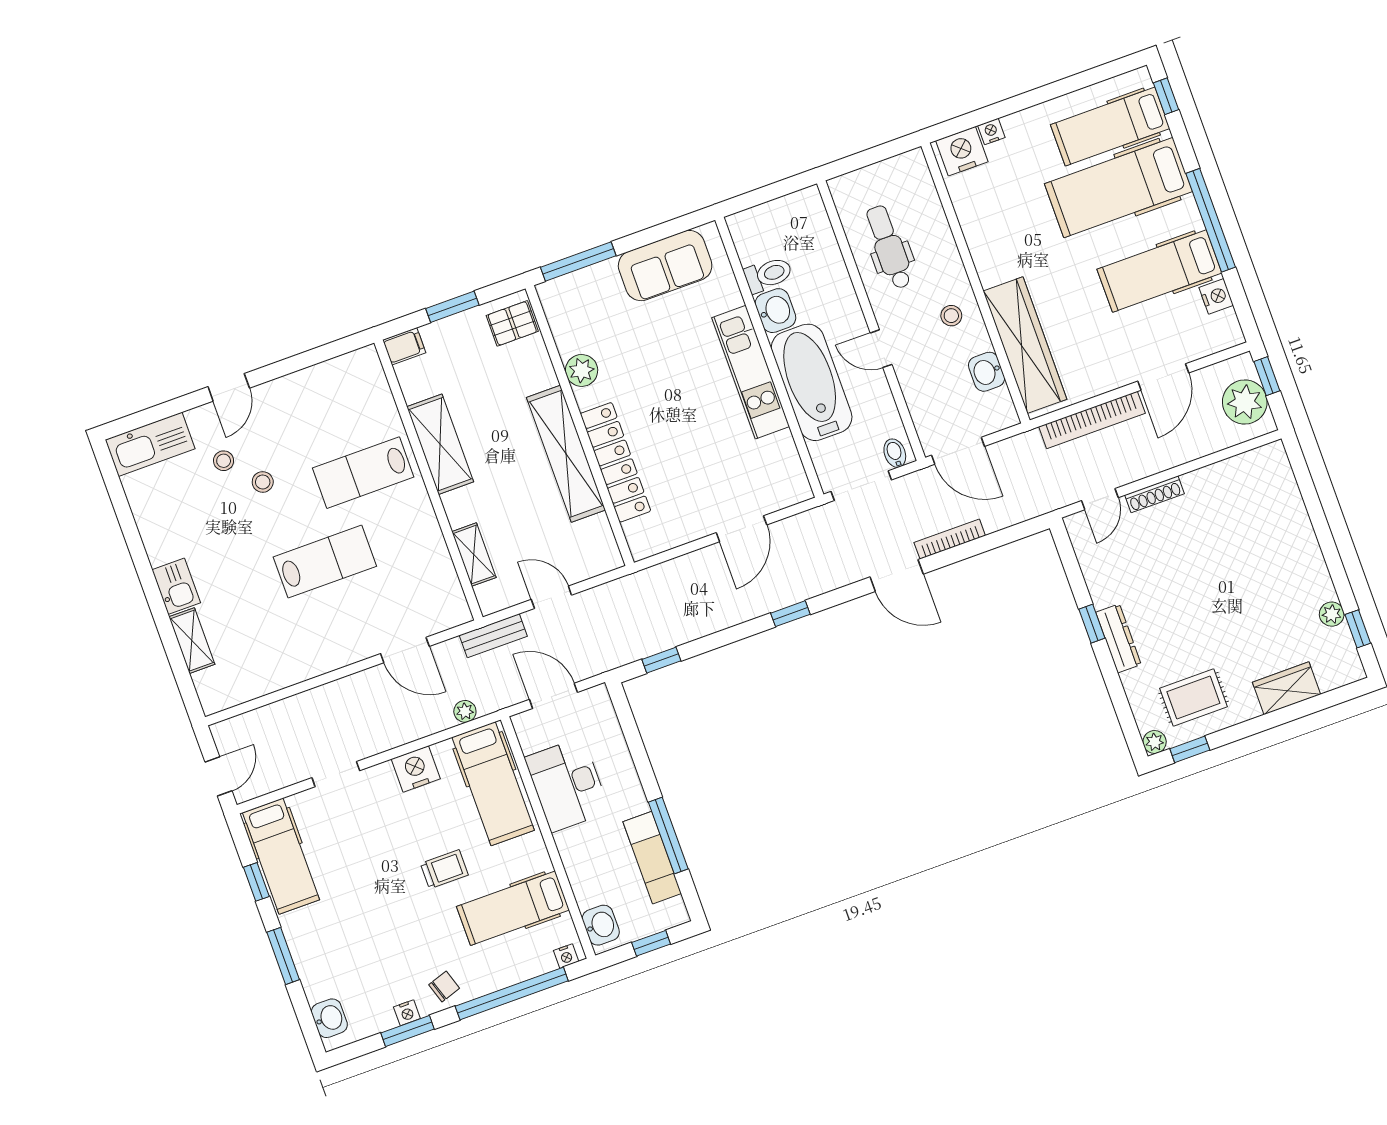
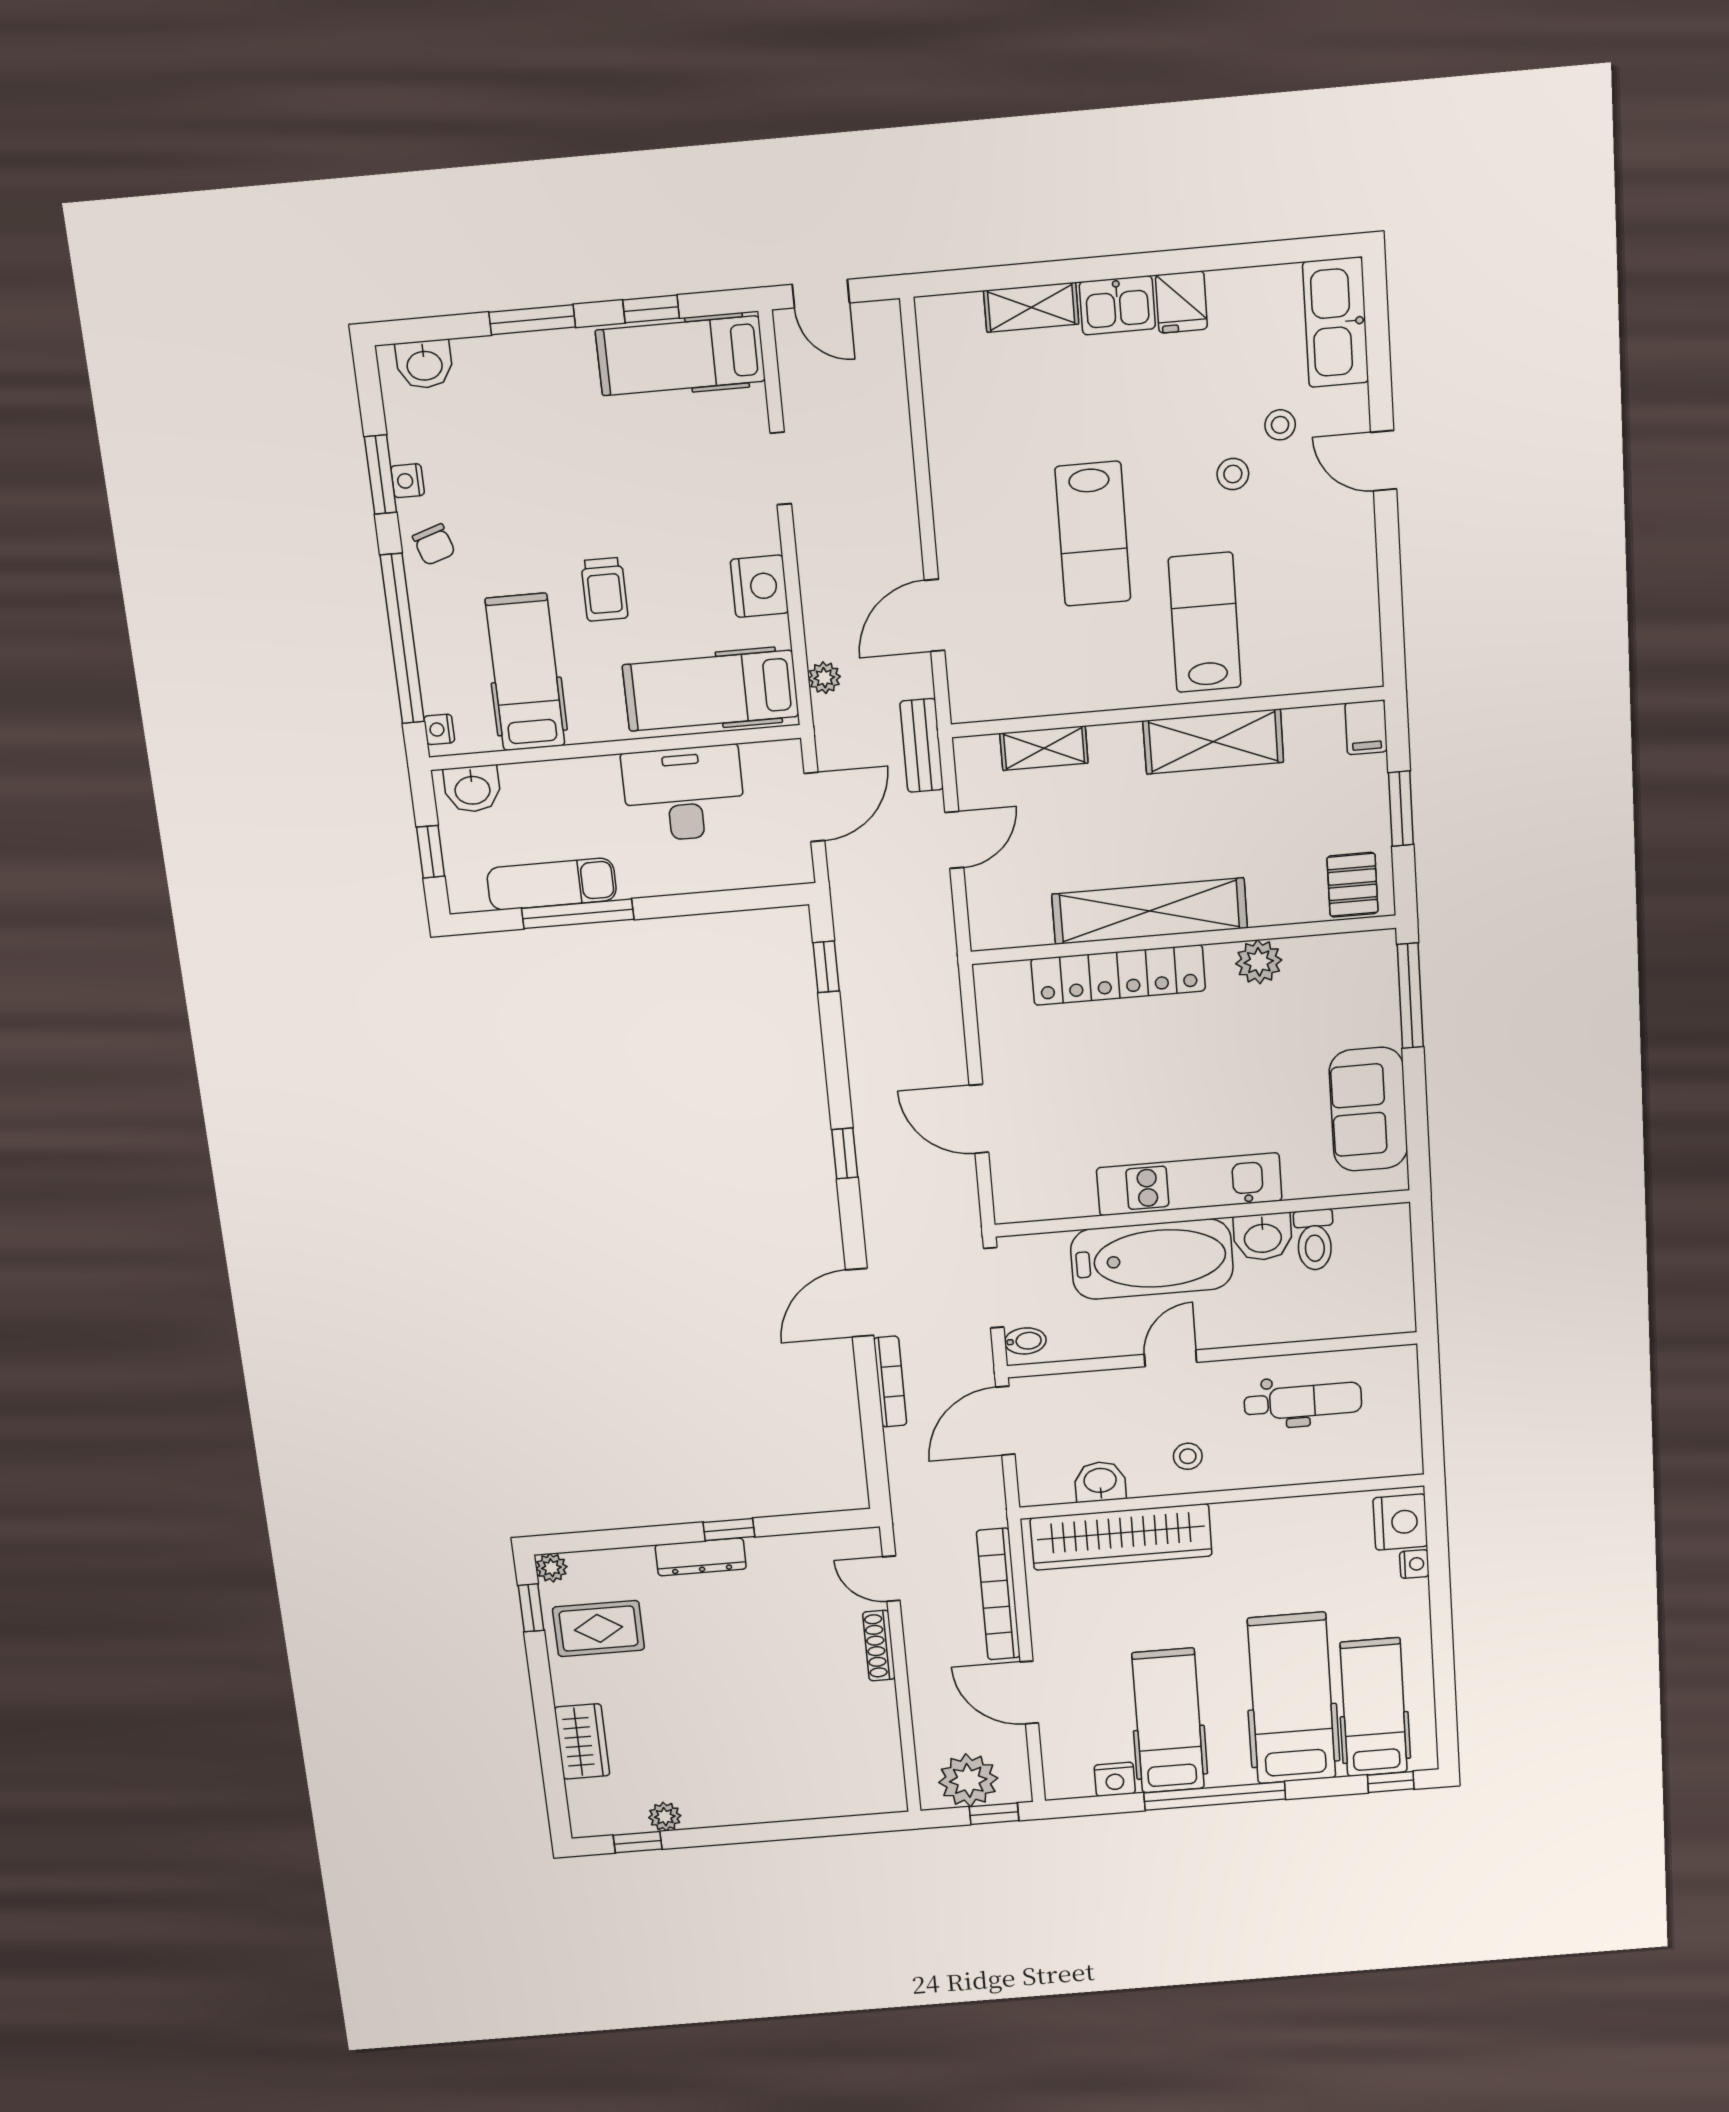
fridge: (163, 546) -> (1181, 302), added
rug: (1193, 697) -> (599, 1628), turned 90

